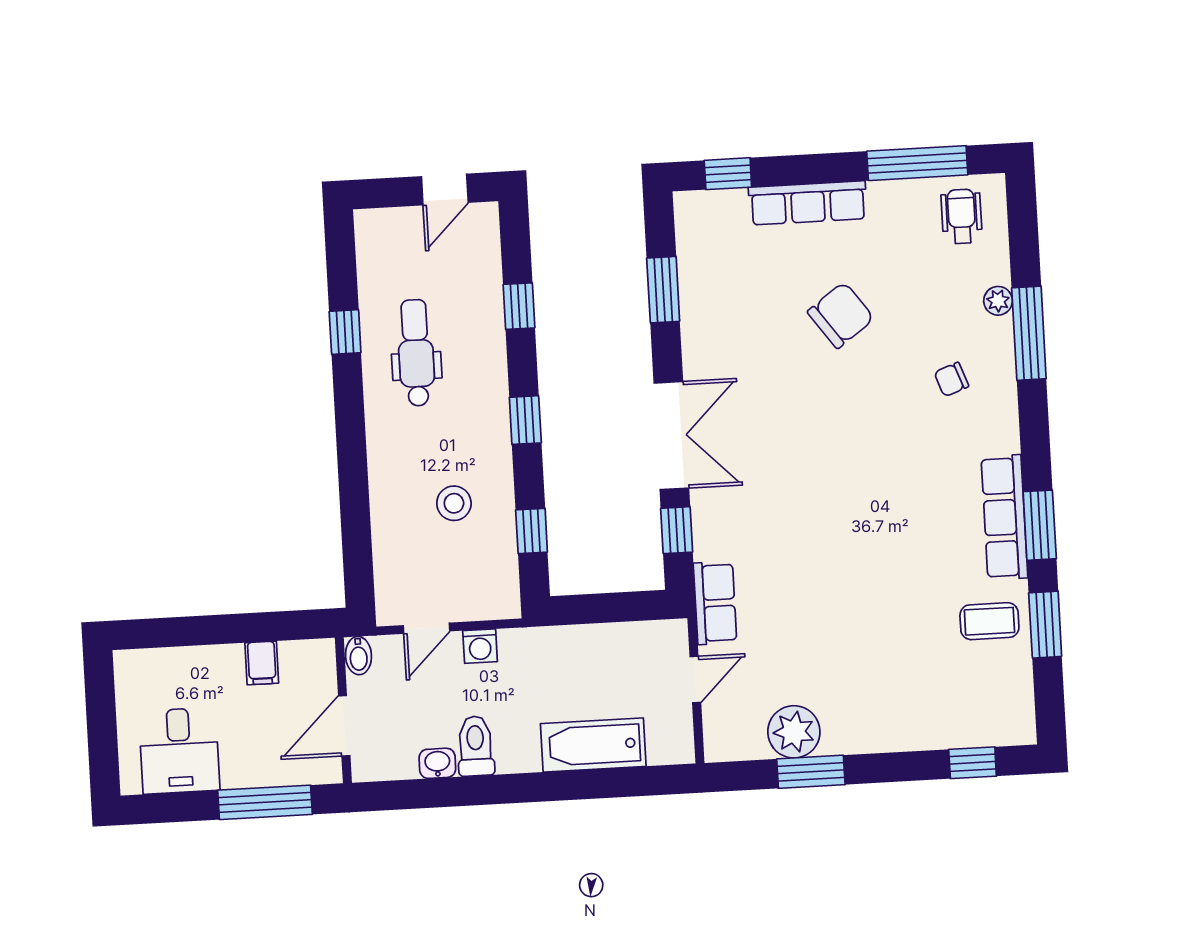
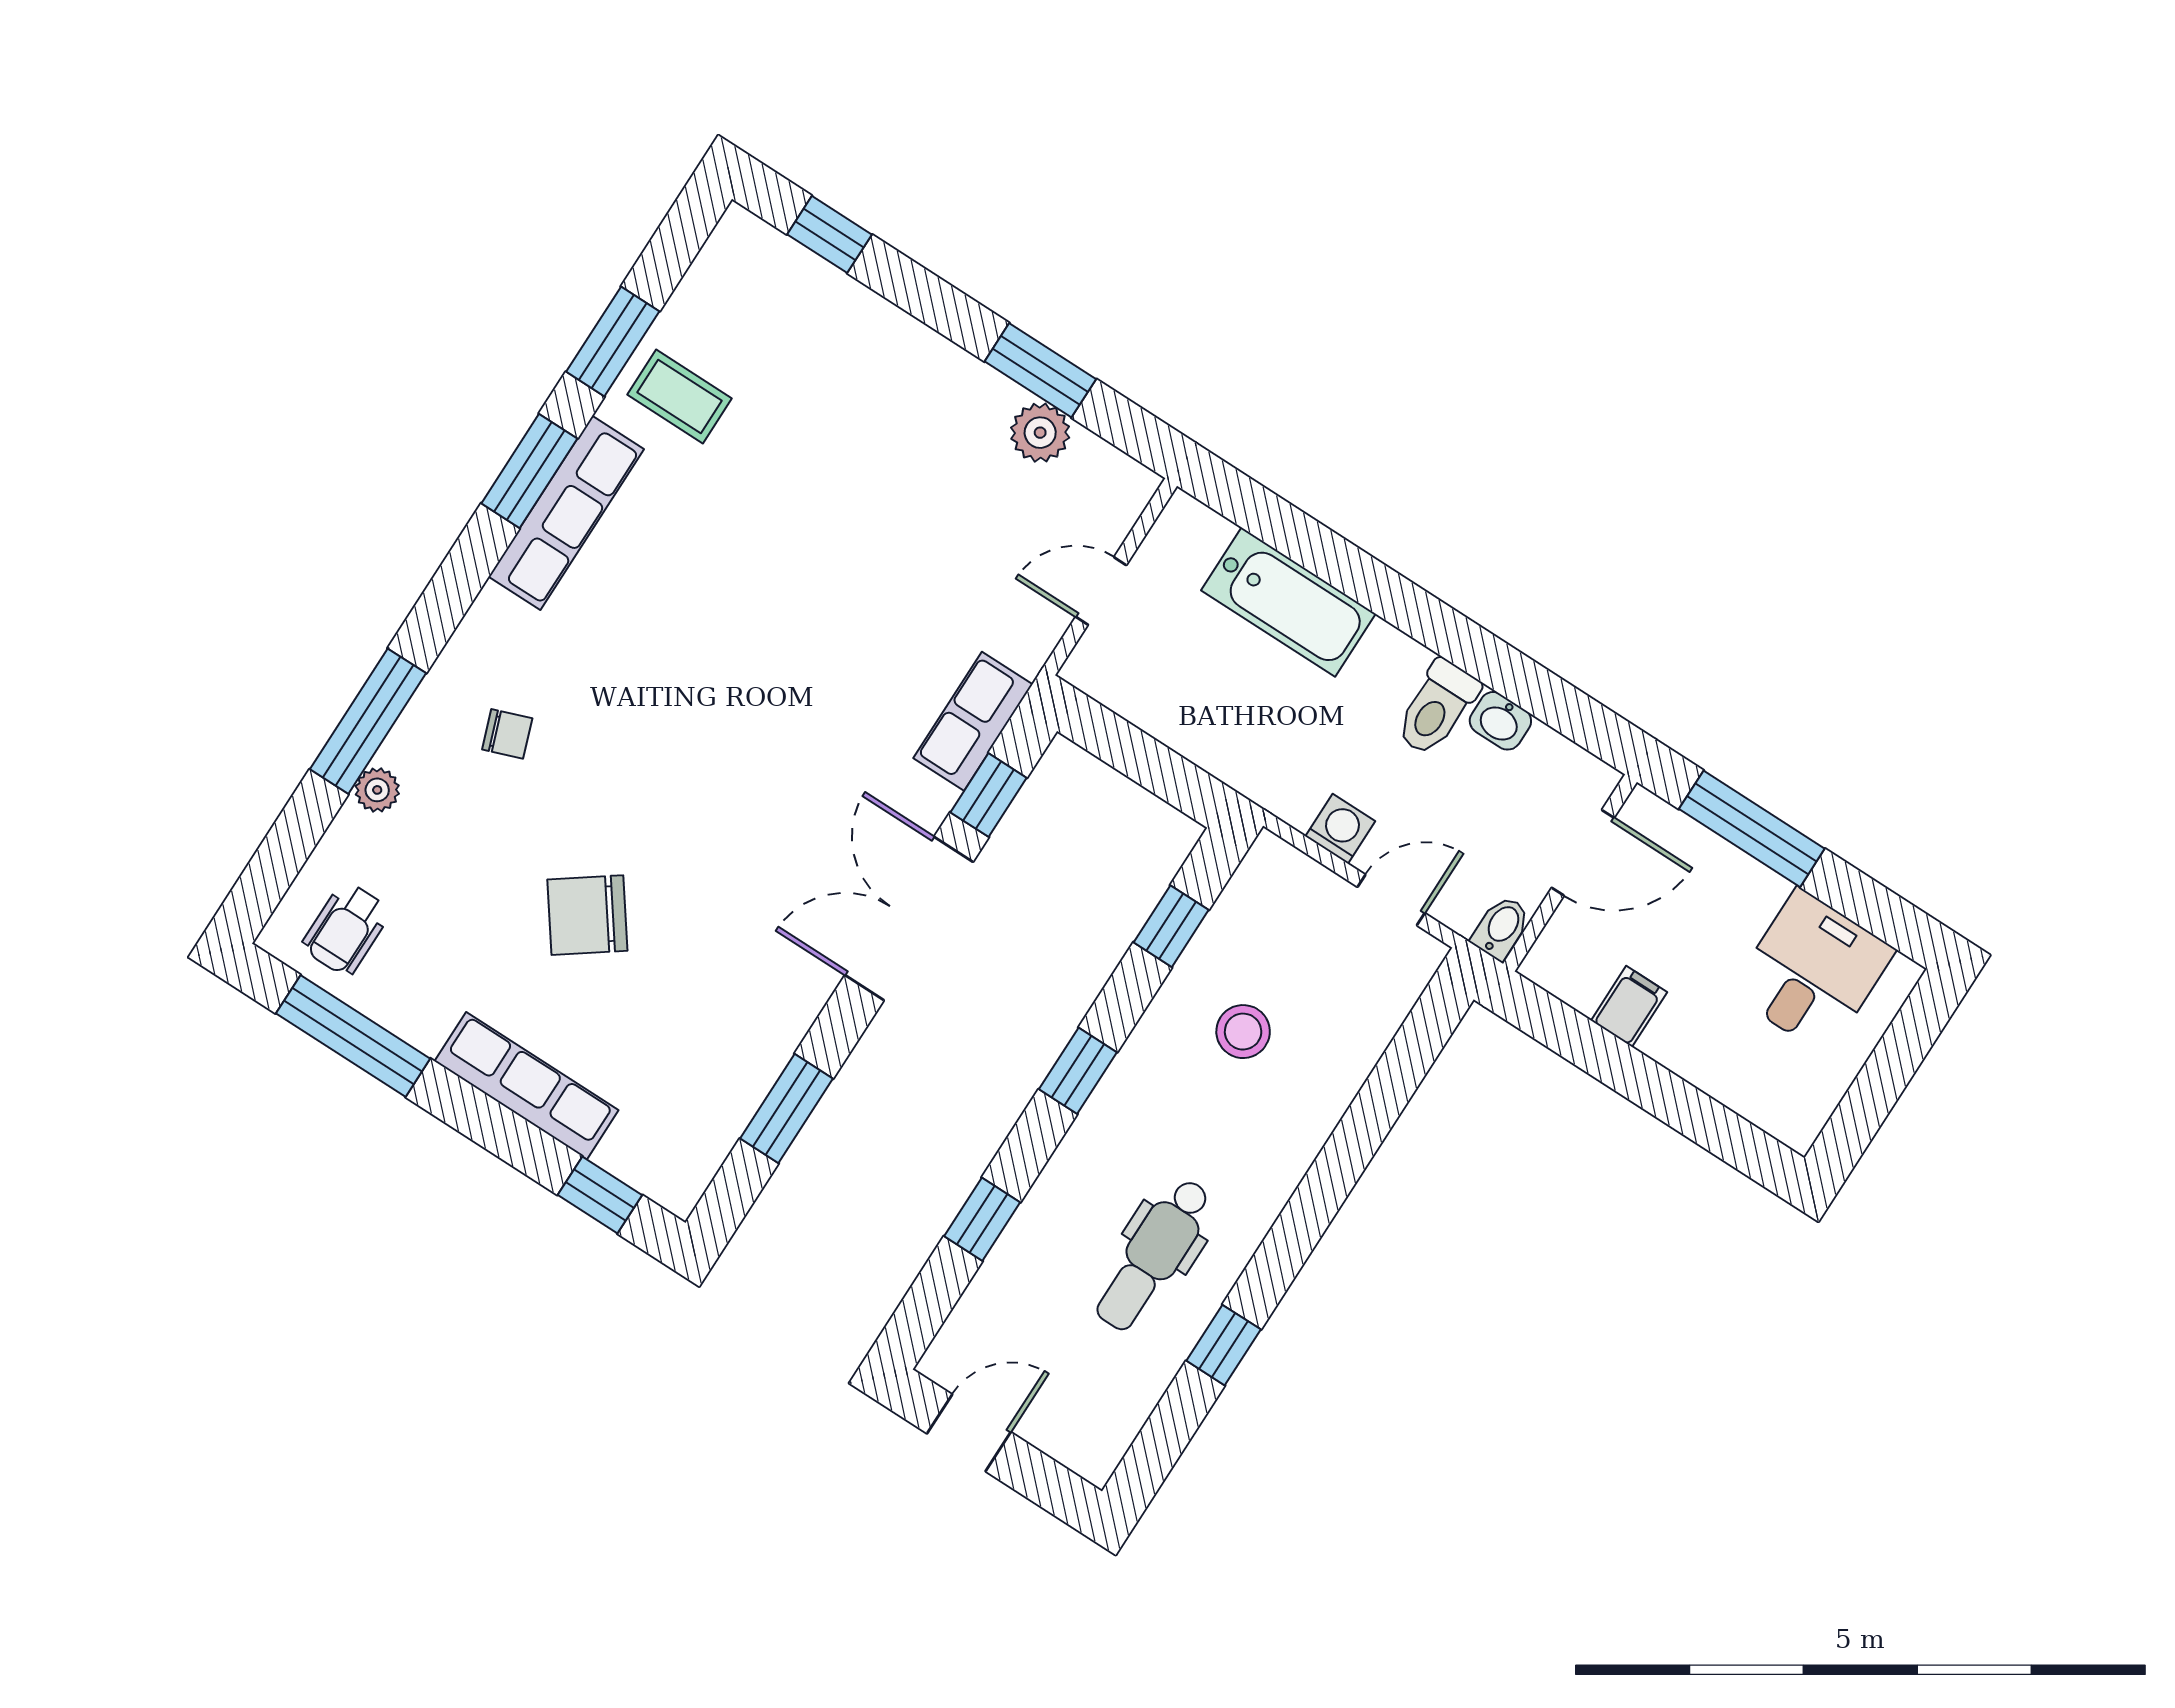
row of seats: (715, 603) -> (973, 721), moved
plant: (794, 732) -> (1040, 433), width x0.73, depth x0.73

